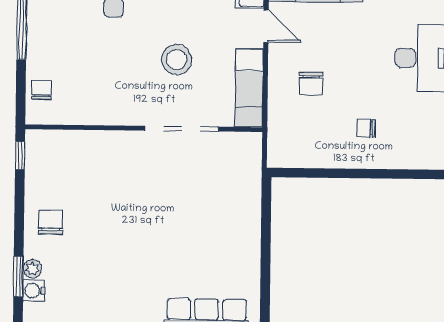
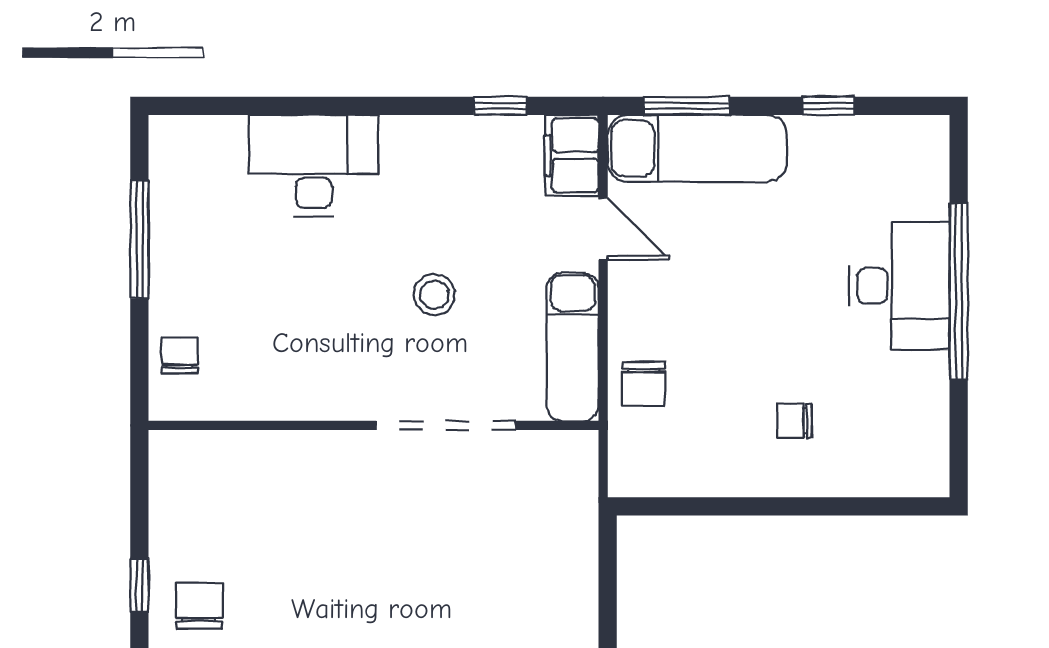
stool: (177, 60) -> (434, 295), width x0.73, depth x0.73
chair: (311, 84) -> (644, 384), moved
window: (20, 156) -> (139, 585), moved

